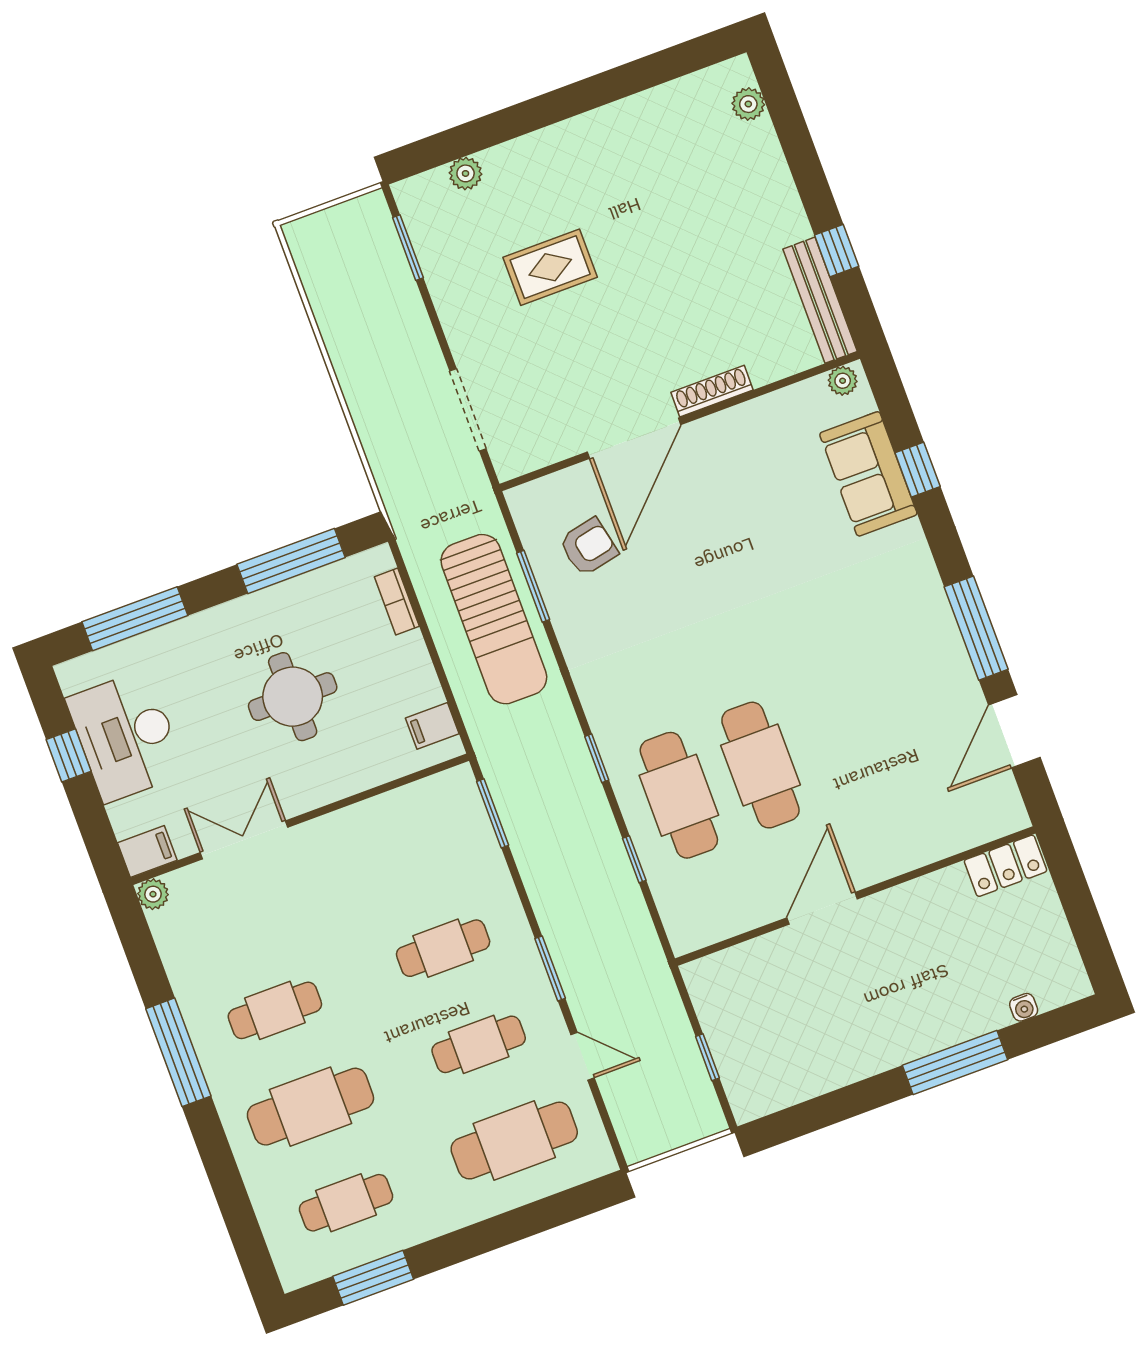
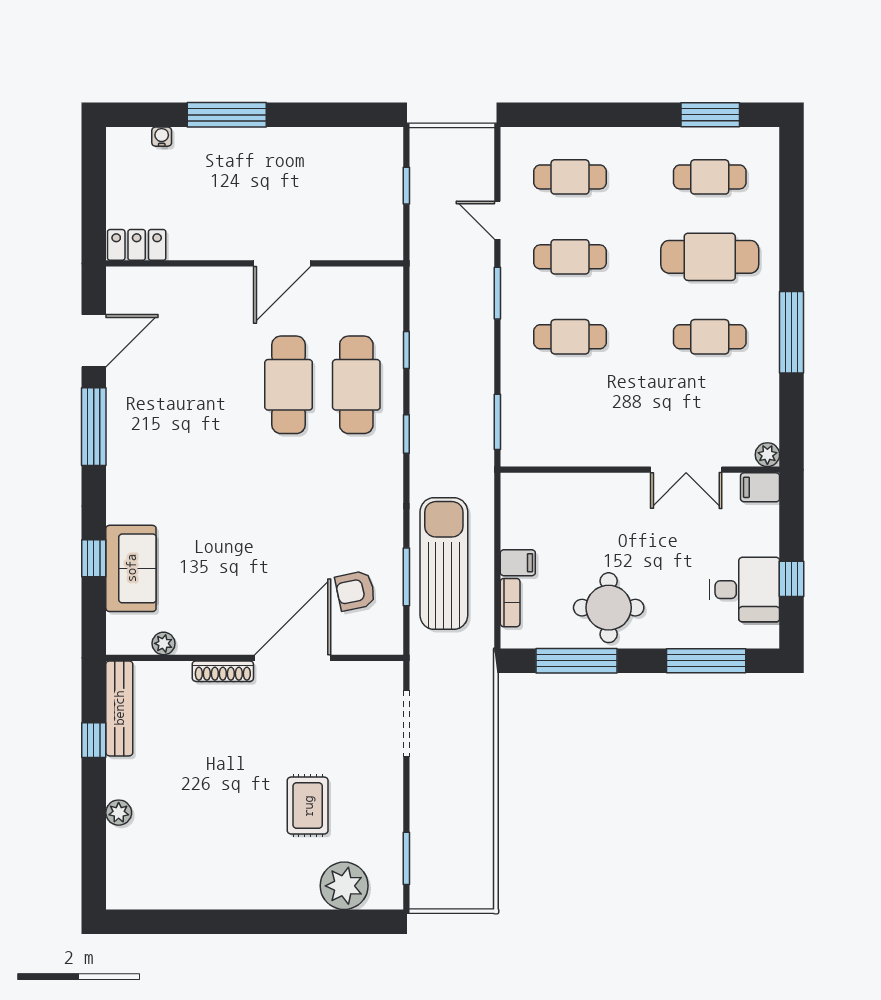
plant: (748, 104) -> (119, 813), moved
plant: (466, 173) -> (344, 886), width x1.87, depth x1.87
rug: (550, 267) -> (308, 806), turned 90
plant: (843, 381) -> (163, 643), moved
round table: (293, 697) -> (609, 608), moved
filing cabinet: (432, 726) -> (518, 563), moved
desk: (126, 736) -> (745, 590), width x0.73
cafe table: (514, 1141) -> (570, 177), width x0.73, depth x0.74

